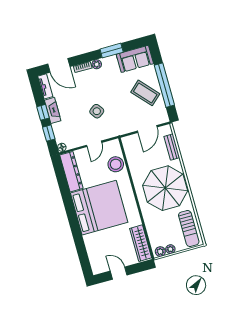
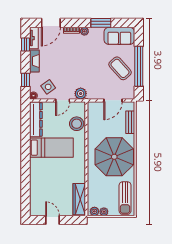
door: (59, 65) -> (51, 23), hinge flipped
side table: (97, 111) -> (48, 87), moved
window: (43, 112) -> (25, 45), moved
plant: (111, 131) -> (81, 94), added
bed: (99, 208) -> (51, 148), width x0.49

